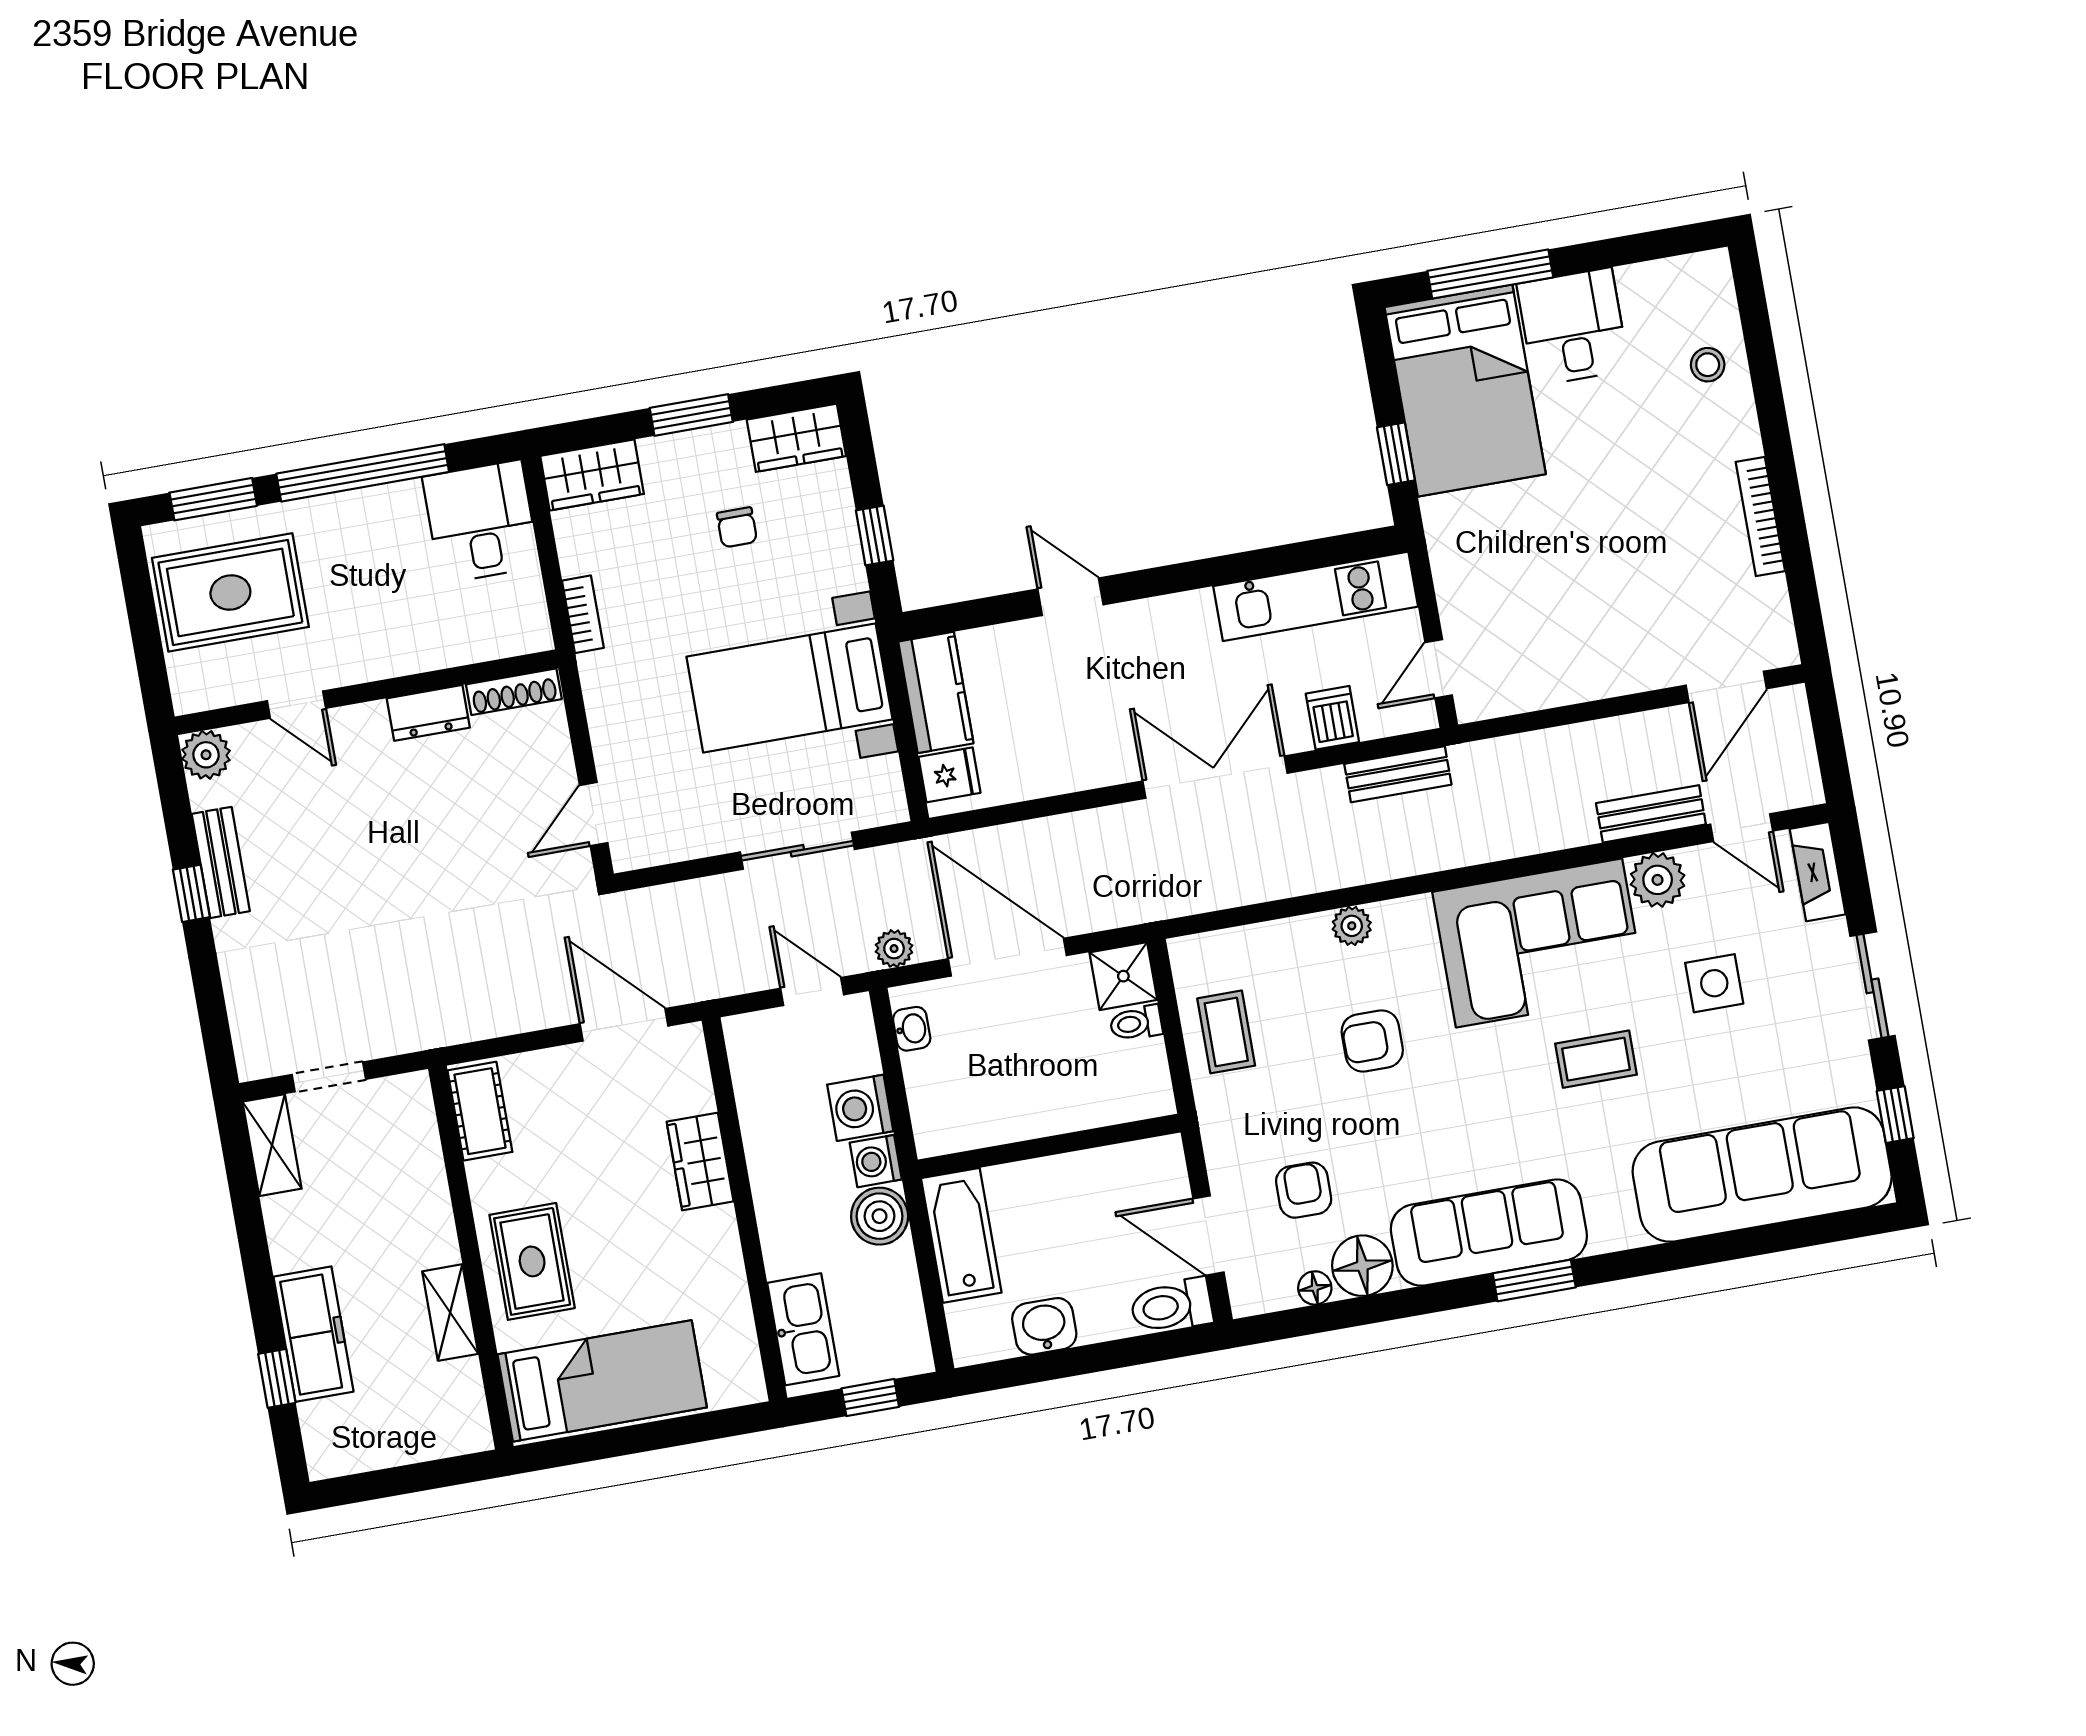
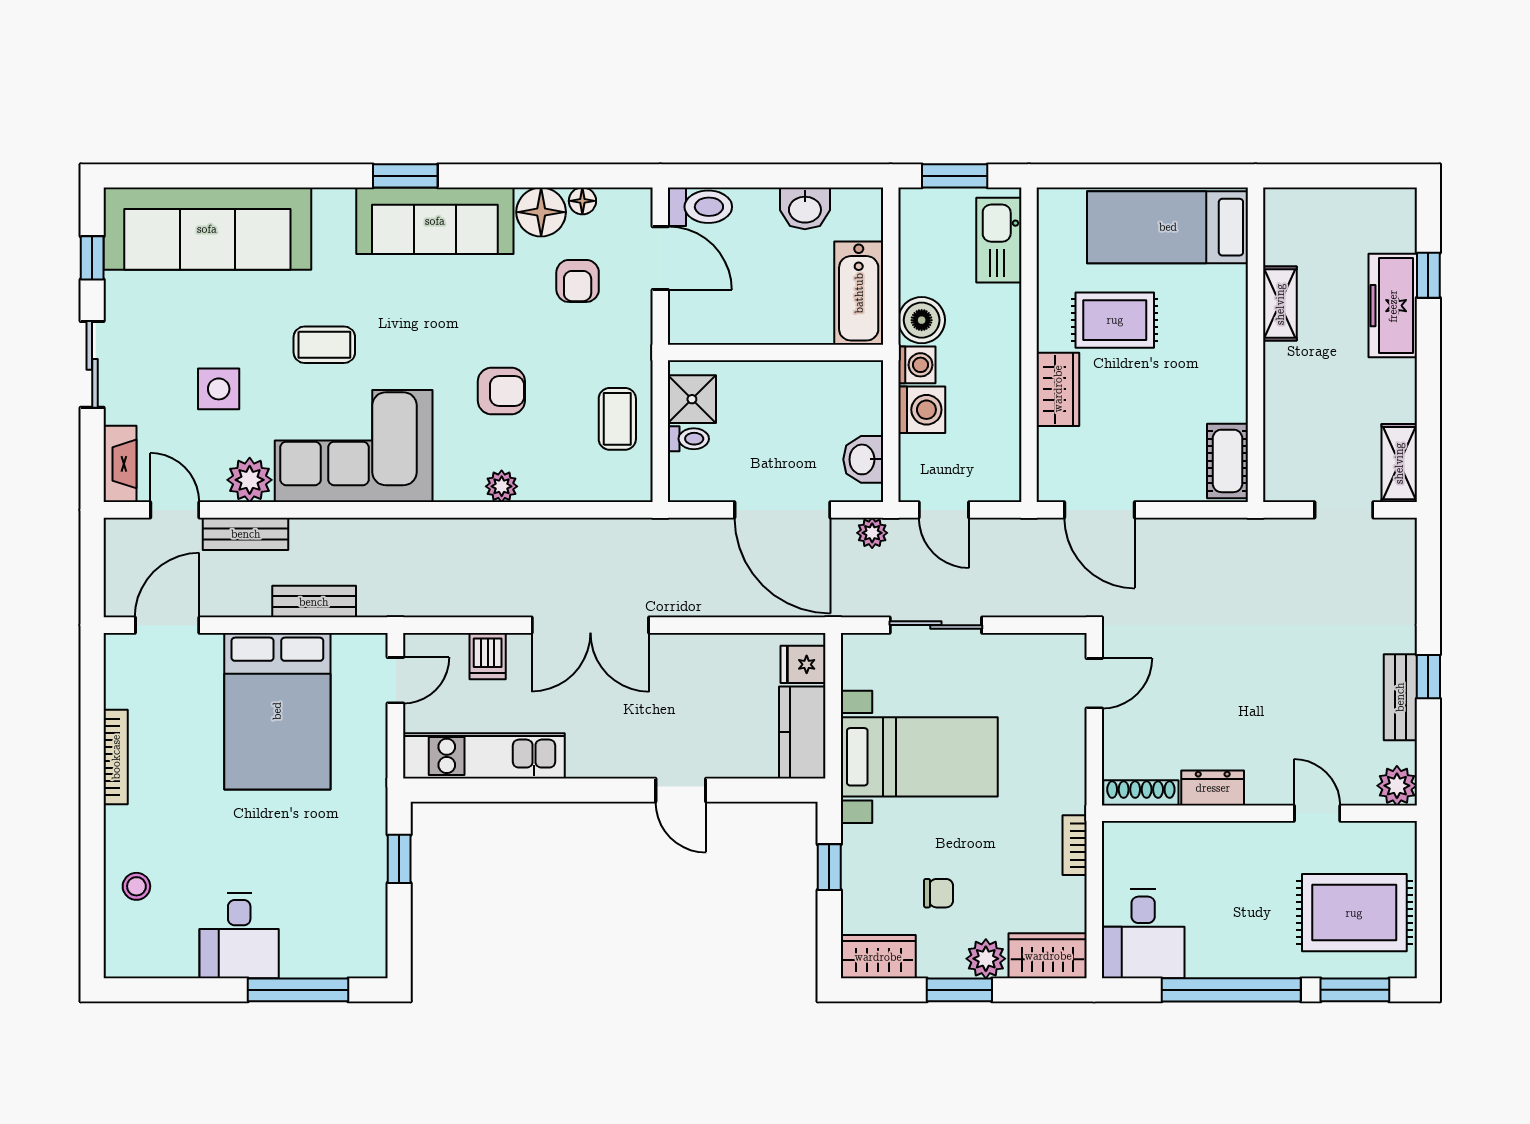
bed: (1465, 391) -> (277, 711), moved, turned 180
plant: (666, 458) -> (986, 959), added
chair: (737, 527) -> (939, 893), turned 90
bench: (1398, 774) -> (314, 602), moved
shower: (1123, 976) -> (692, 399), moved
washbasin: (912, 1029) -> (863, 459), width x1.38, depth x1.45
rug: (532, 1261) -> (1115, 320), moved, turned 90
window: (870, 1398) -> (955, 176), width x1.50

